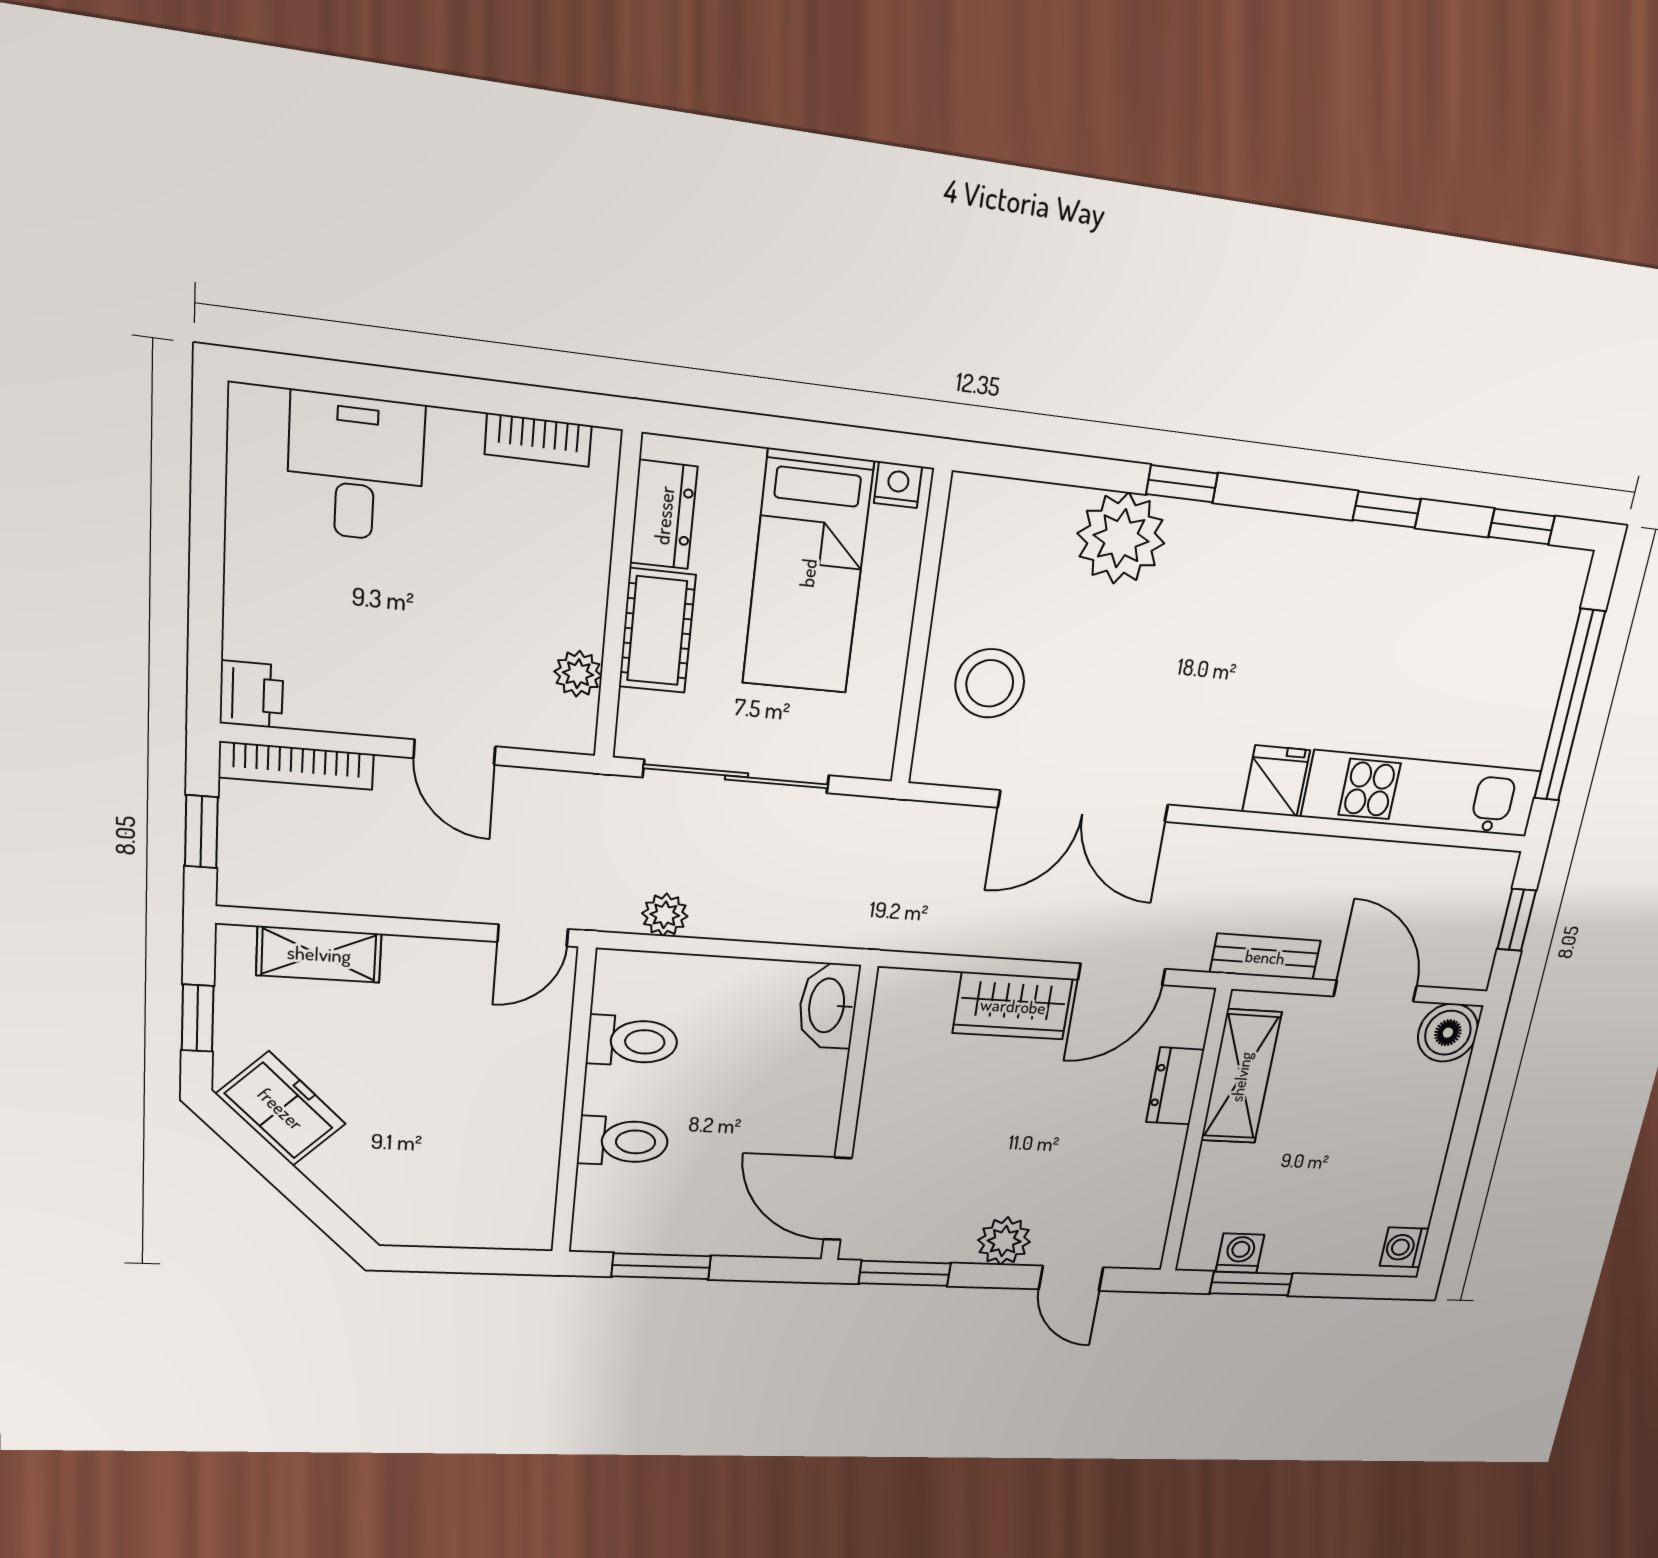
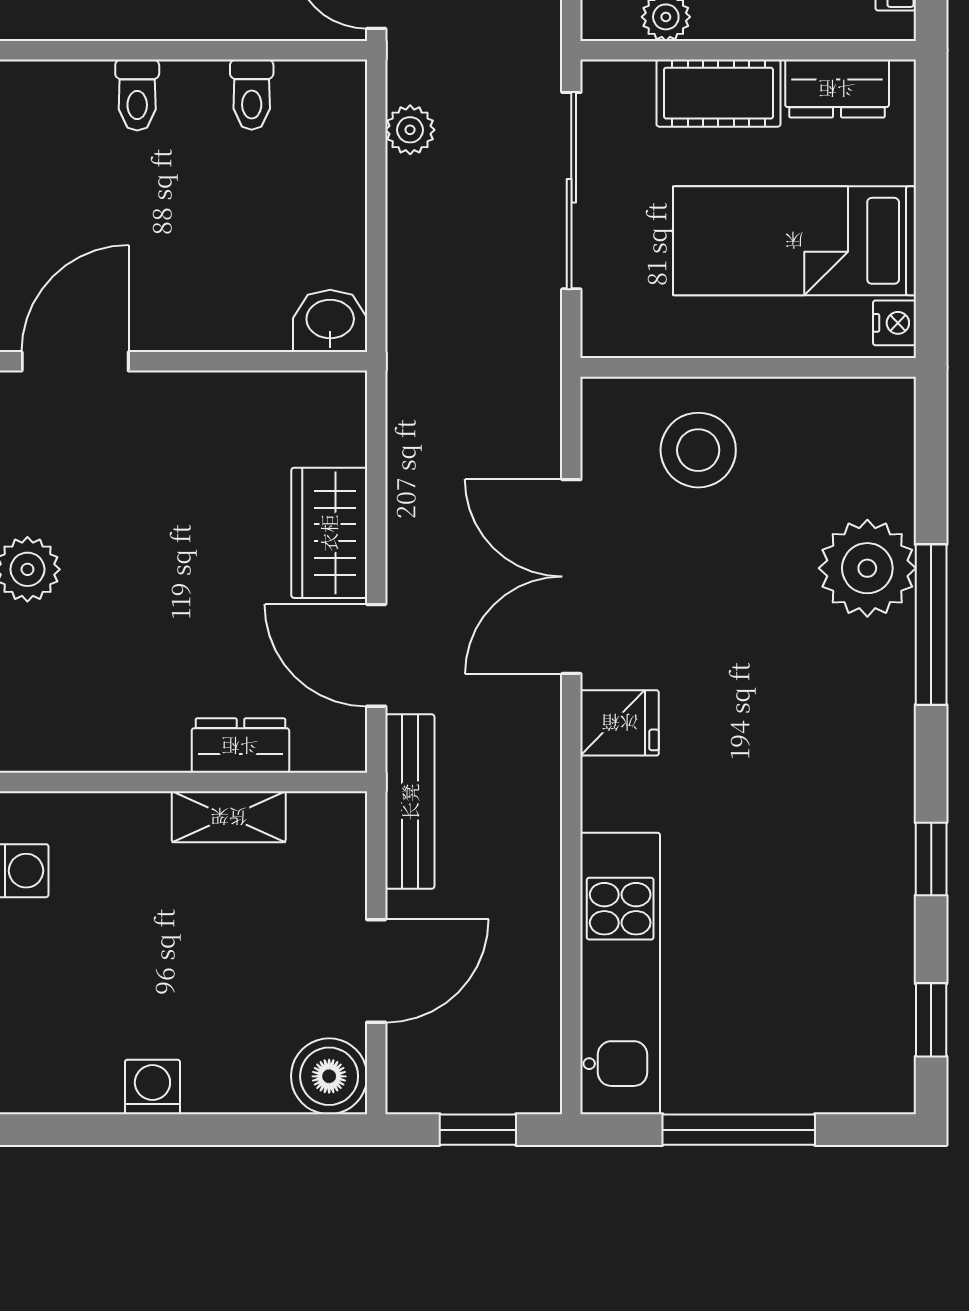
window: (1182, 484) -> (931, 625), width x2.17
window: (1569, 706) -> (739, 1130), width x0.68
fridge: (1276, 781) -> (620, 723), moved
bench: (1265, 957) -> (410, 802), width x1.36
washbasin: (828, 1006) -> (330, 321), width x0.72
toilet: (632, 1041) -> (252, 95), width x0.73, depth x0.72
shelving: (1241, 1077) -> (229, 817), width x0.67, depth x0.75
toilet: (623, 1141) -> (137, 95), width x0.73, depth x0.72
washing machine: (1404, 1247) -> (152, 1087), moved

